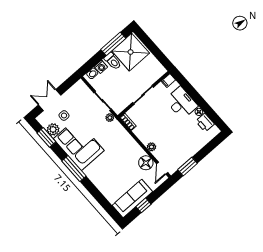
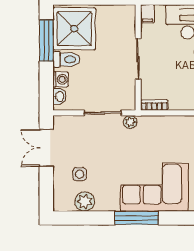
double door: (50, 100) -> (46, 148), moved
window: (46, 137) -> (87, 218), removed
corner sofa: (79, 145) -> (154, 187), moved
window: (74, 168) -> (137, 218), moved

